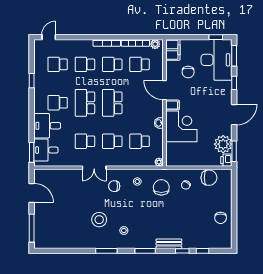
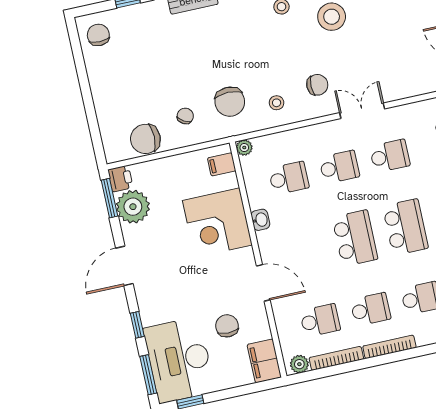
filing cabinet: (173, 105) -> (222, 164), moved
chair: (221, 218) -> (98, 35), moved

